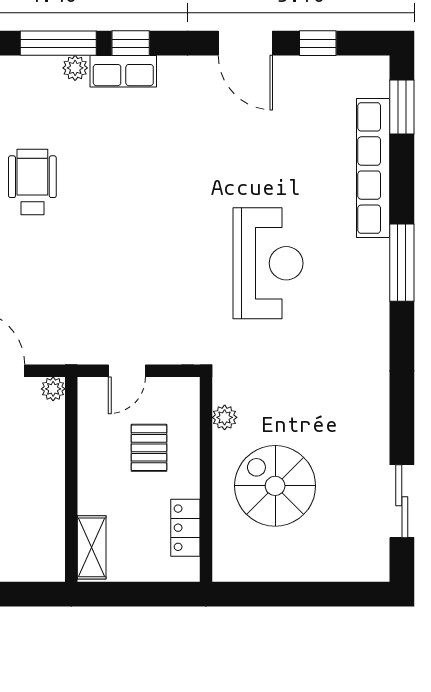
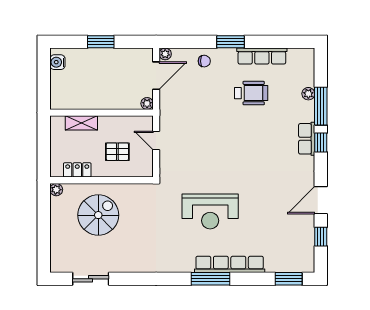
plant: (75, 68) -> (308, 94), moved
row of seats: (373, 168) -> (230, 264), moved
plant: (225, 417) -> (56, 190), moved
shelving: (92, 547) -> (81, 123), moved

